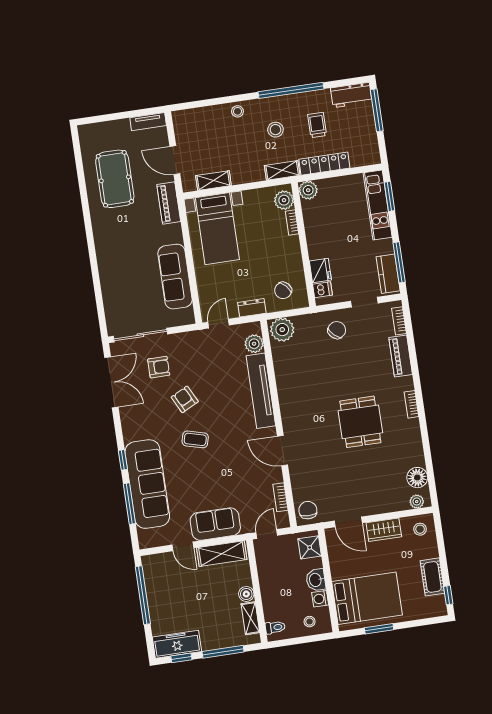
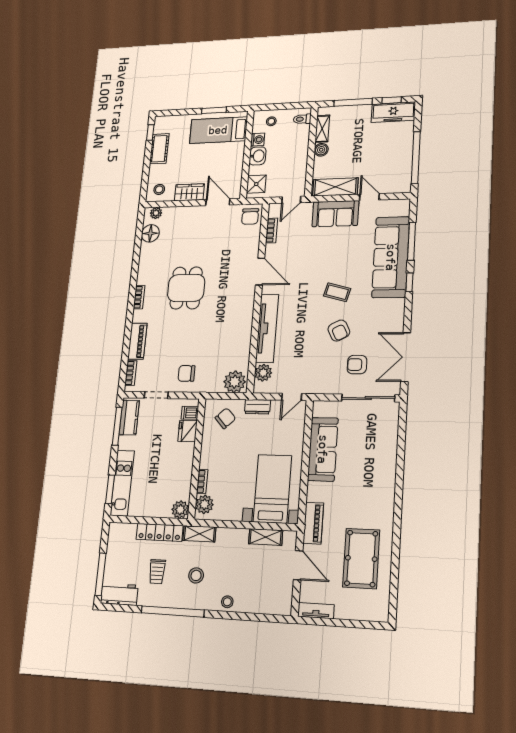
chair: (337, 330) -> (186, 373), turned 47
bed: (367, 598) -> (218, 130), width x0.67

